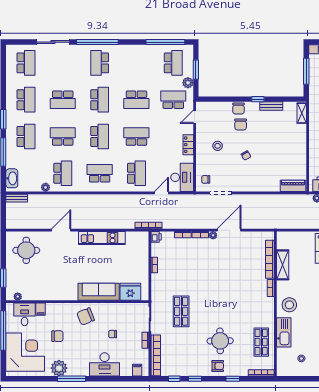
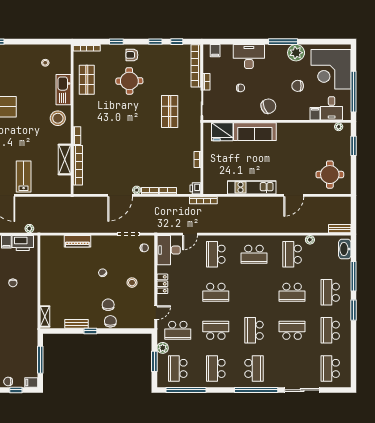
school desk: (100, 136) -> (216, 368), moved
piano: (293, 186) -> (77, 241), moved

